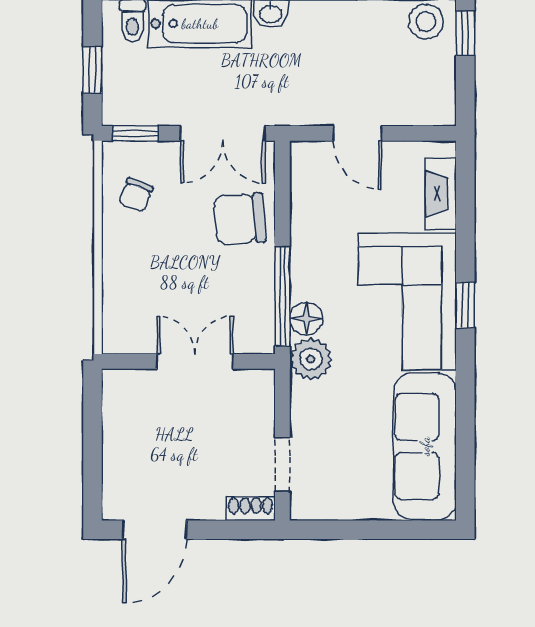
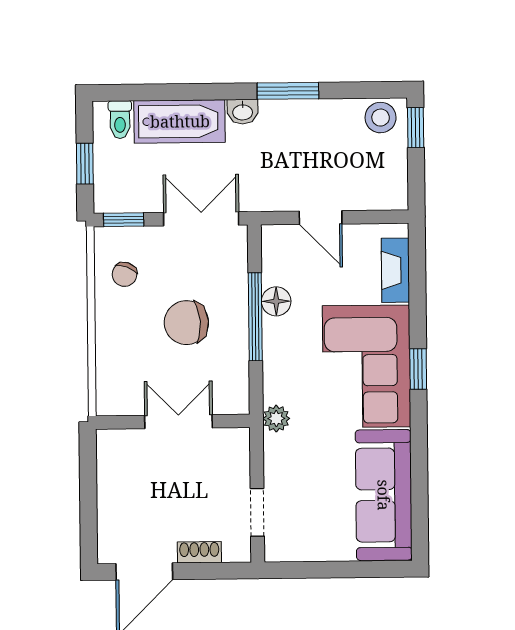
double door: (223, 133) -> (201, 219), swing flipped
chair: (240, 219) -> (186, 323), moved
window: (282, 296) -> (255, 317), moved
floor lamp: (306, 319) -> (276, 301), moved
plant: (311, 359) -> (276, 419), width x0.73, depth x0.73
shoe rack: (251, 509) -> (199, 552), moved

